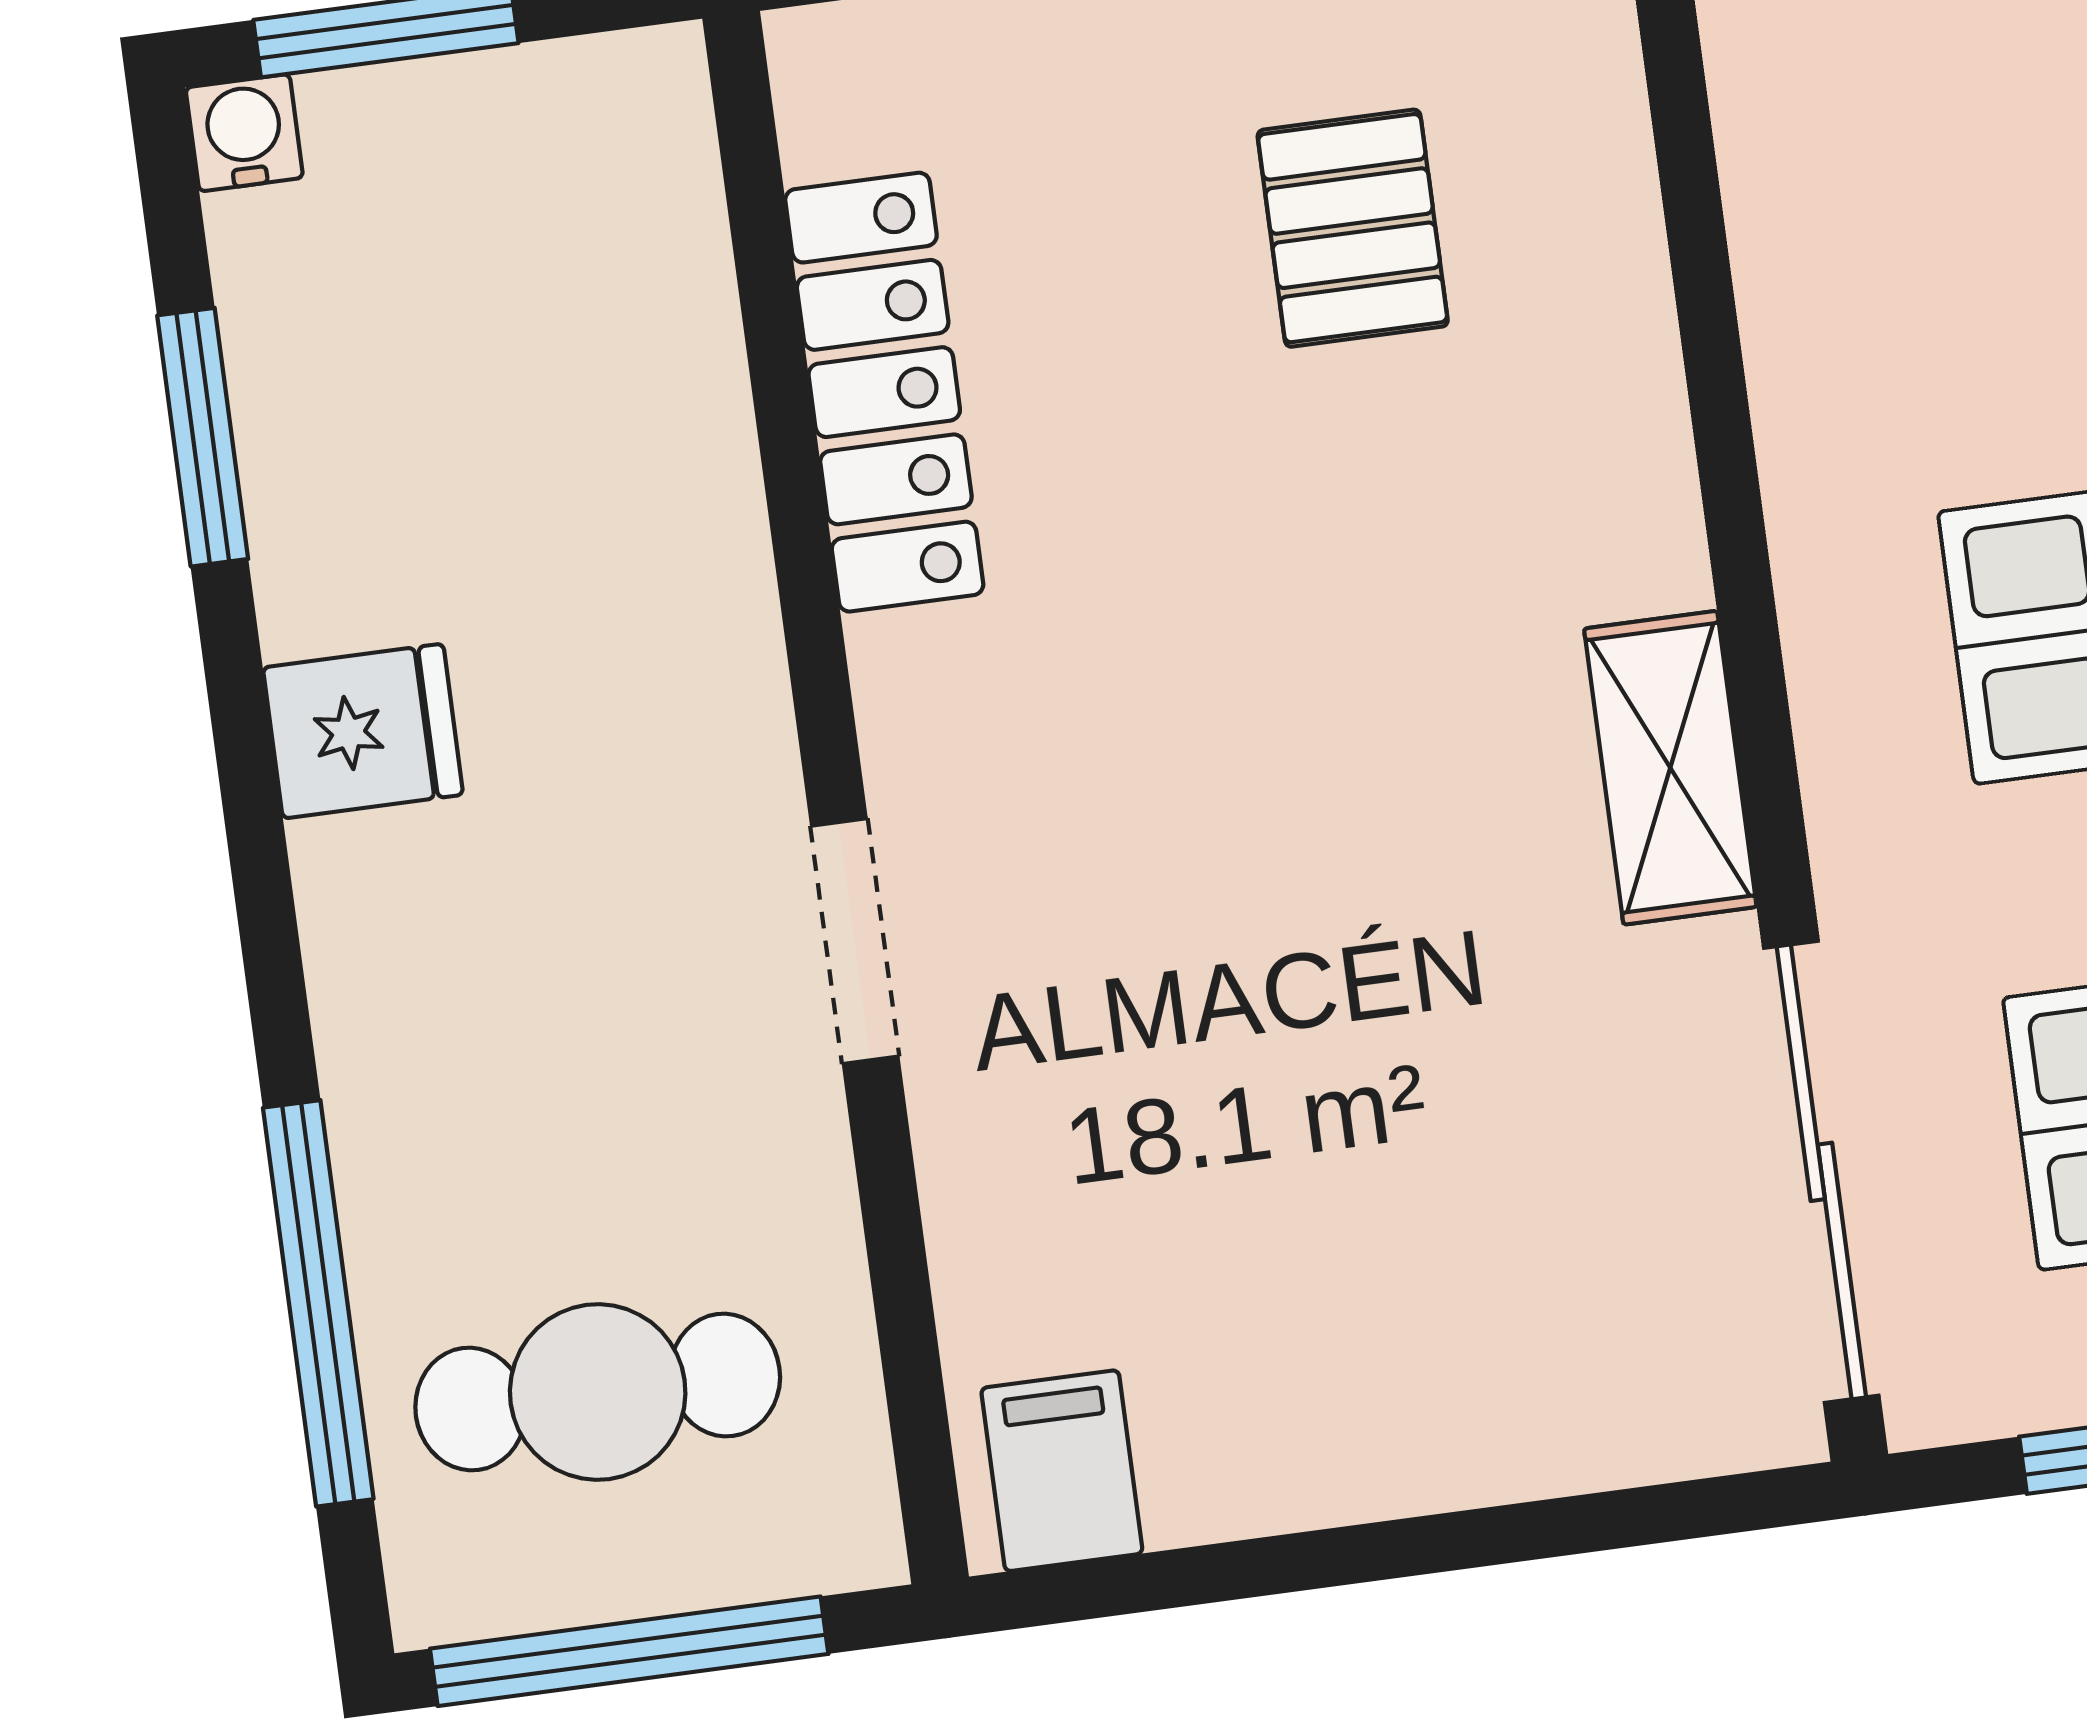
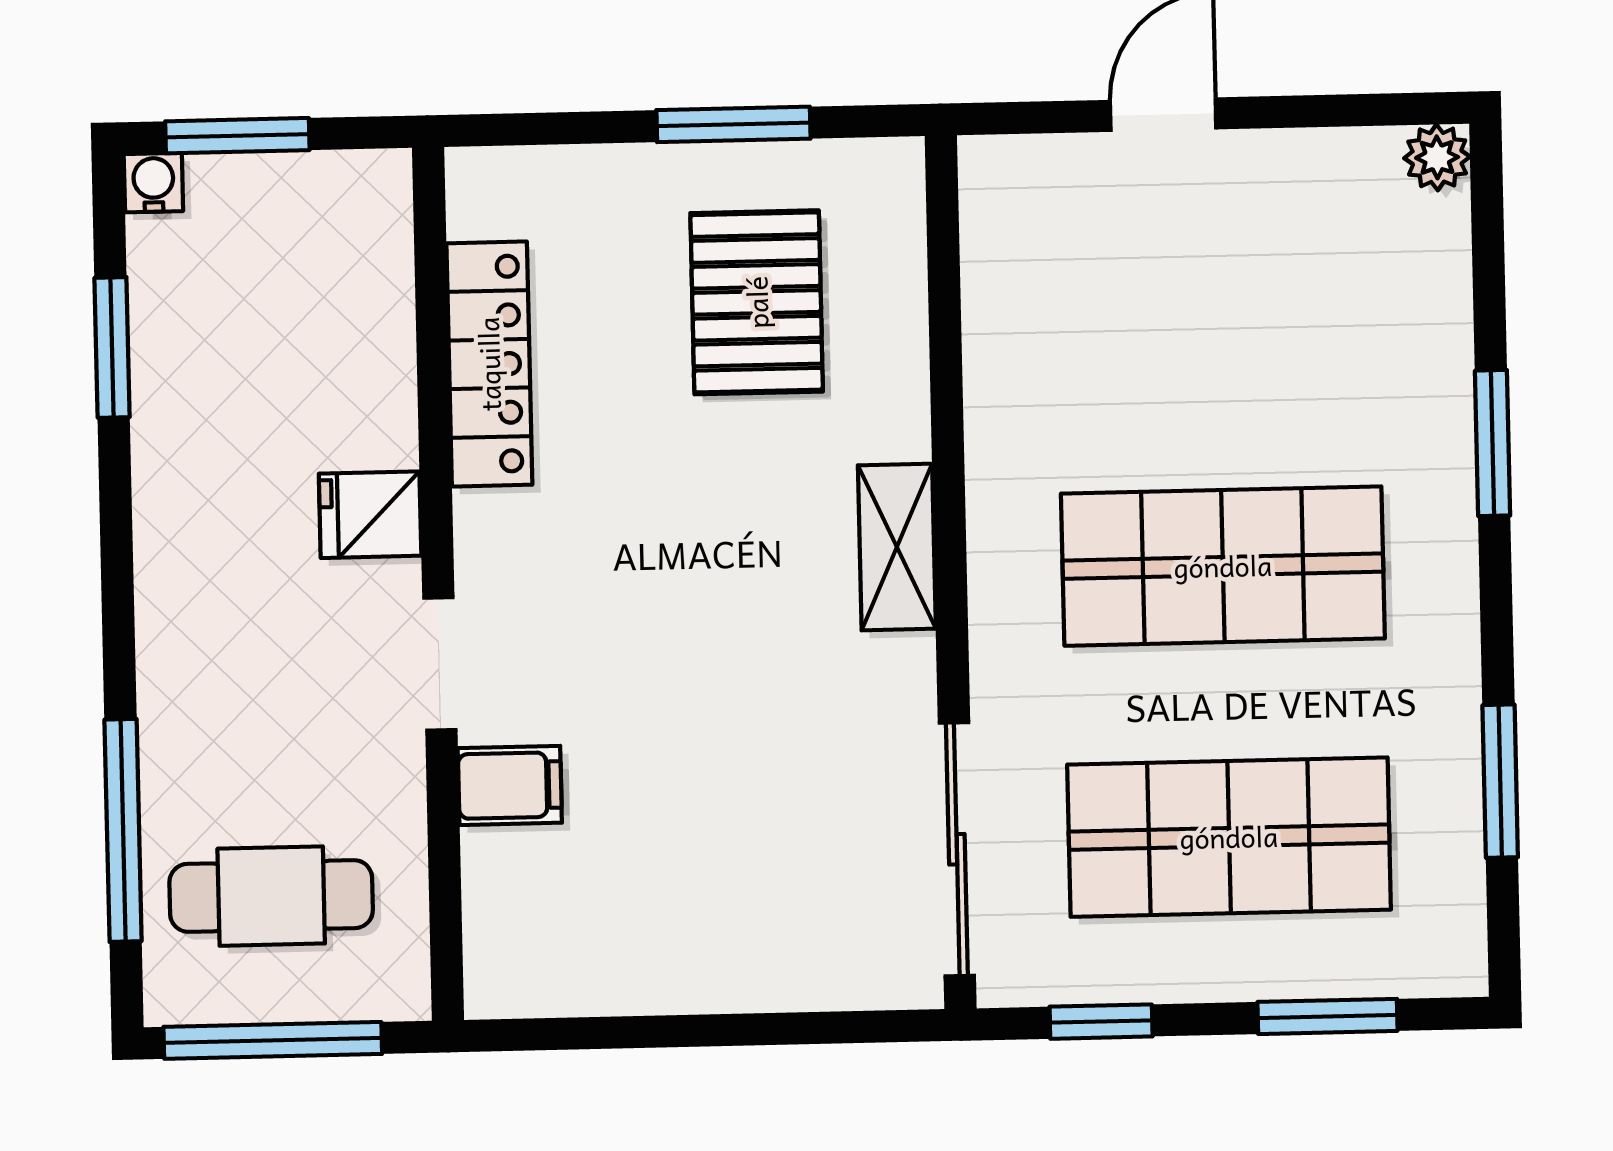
pallet: (1353, 228) -> (757, 302), width x1.50, depth x1.42
fridge: (363, 731) -> (370, 515), moved, turned 180
shelving: (1670, 768) -> (897, 547), moved
filing cabinet: (1062, 1471) -> (510, 785), moved, turned 90

